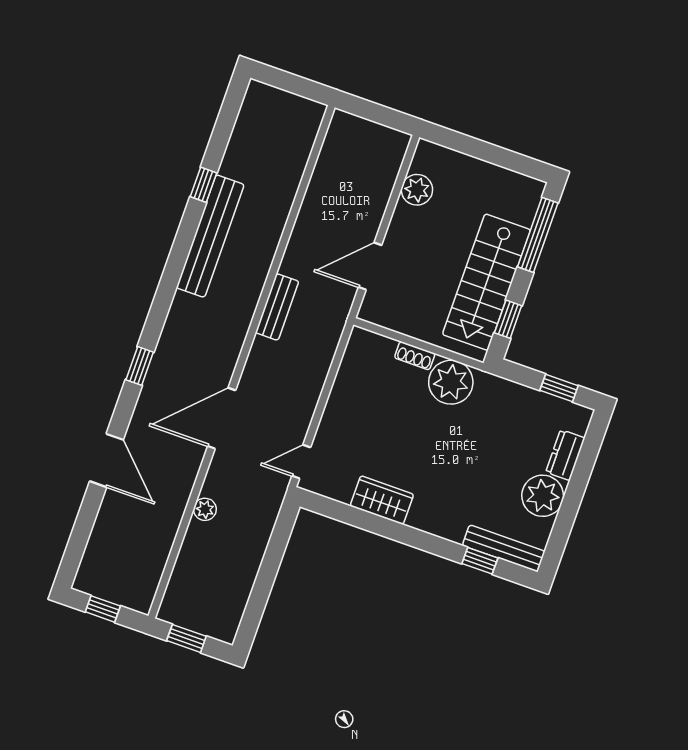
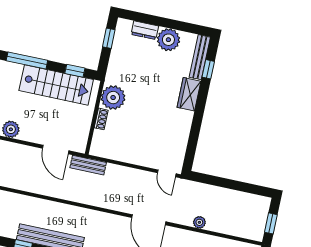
bench: (277, 307) -> (88, 165), moved
wardrobe: (382, 500) -> (189, 94), moved

